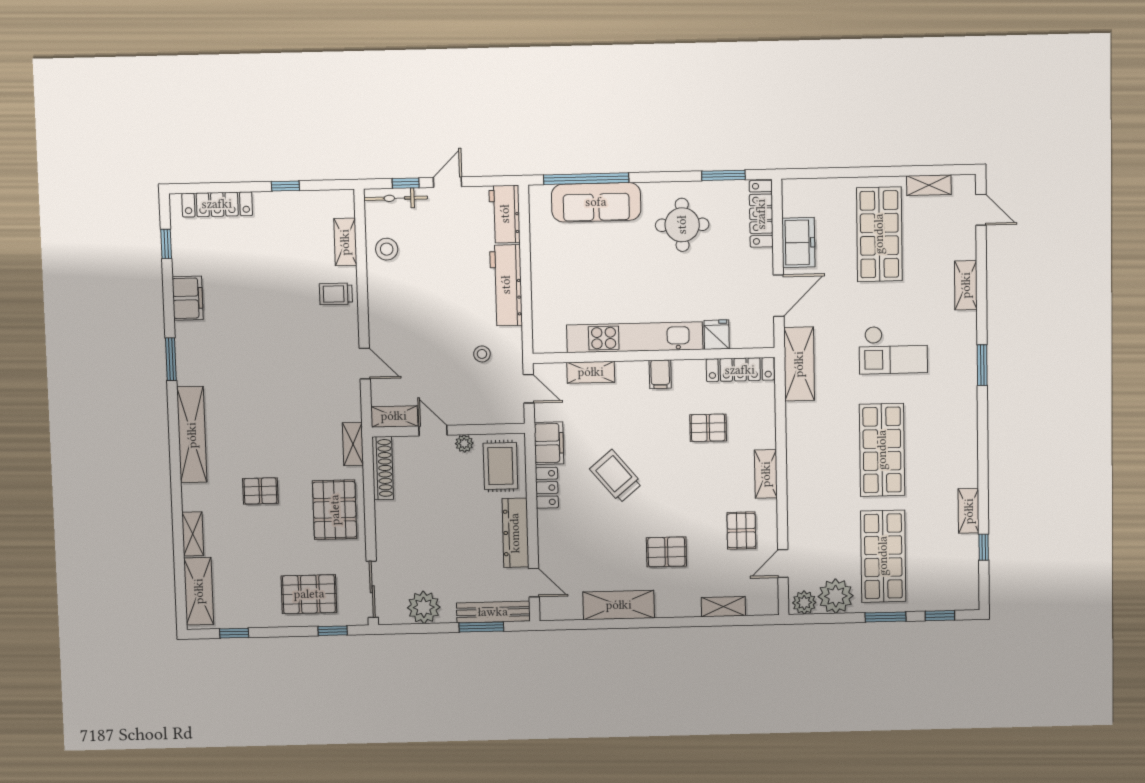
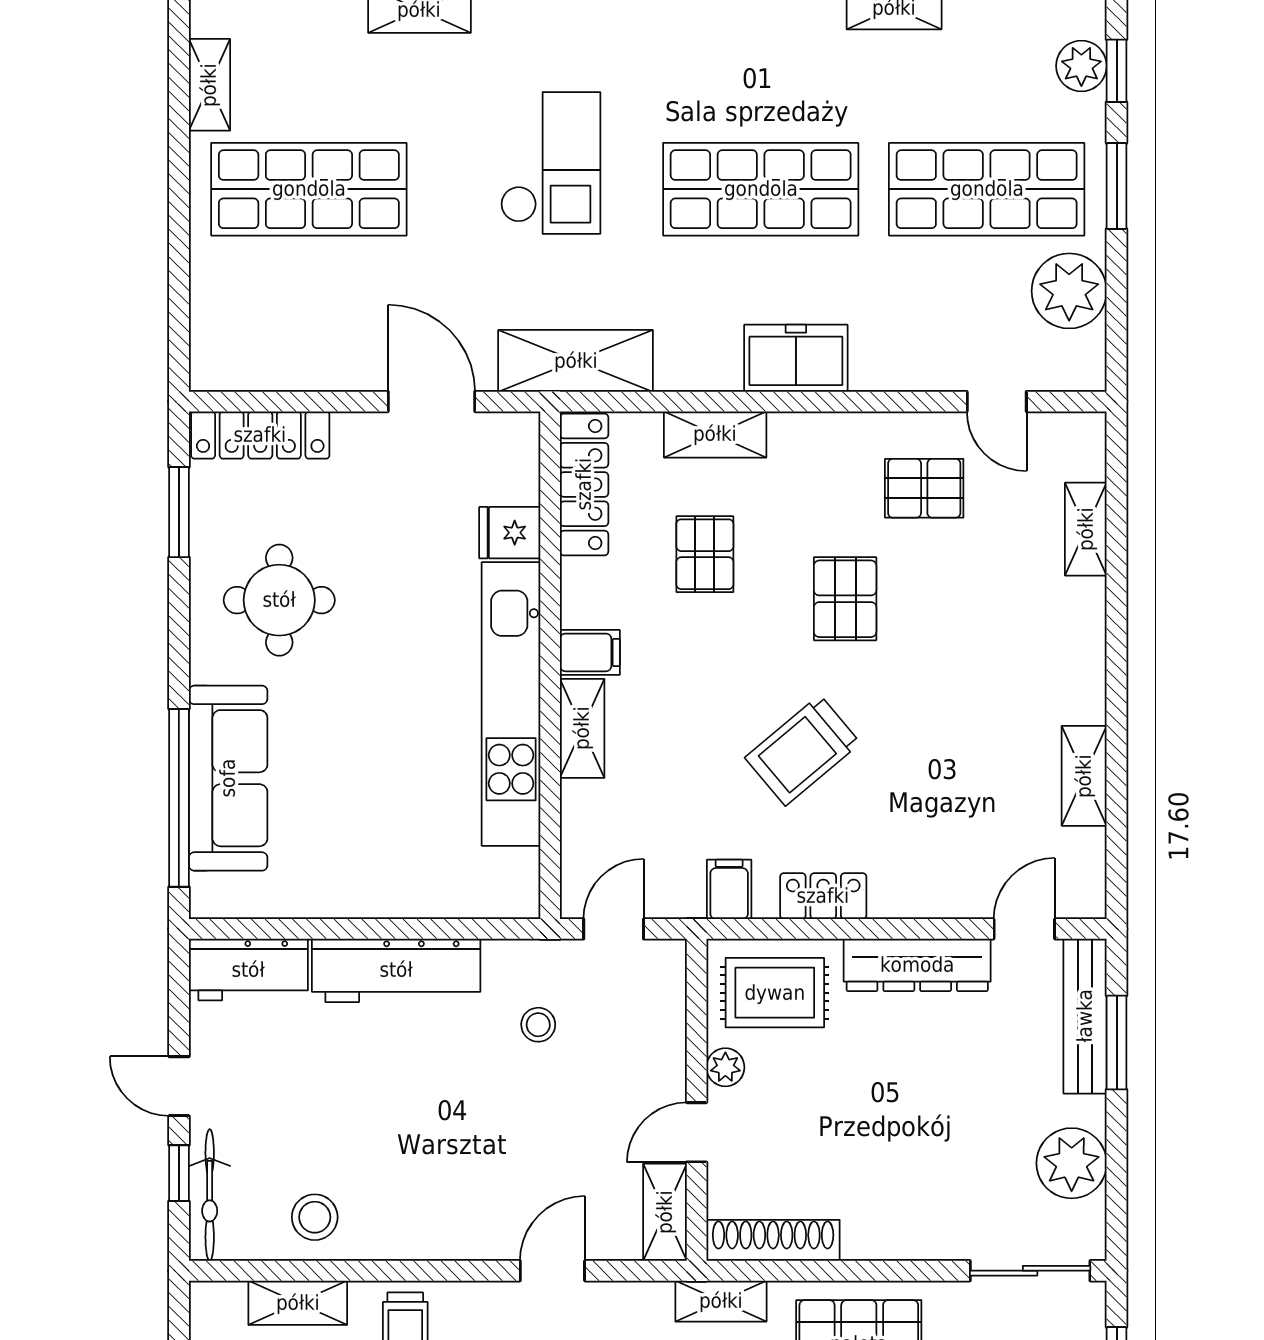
freezer: (798, 243) -> (796, 358), moved
shelving: (591, 372) -> (582, 728), moved
filing cabinet: (549, 443) -> (729, 889), width x0.50
shelving: (766, 474) -> (715, 434), moved
pallet: (666, 552) -> (845, 599), moved
plant: (804, 603) -> (1081, 66), moved
shelving: (619, 605) -> (1084, 776), width x0.67, depth x0.75

